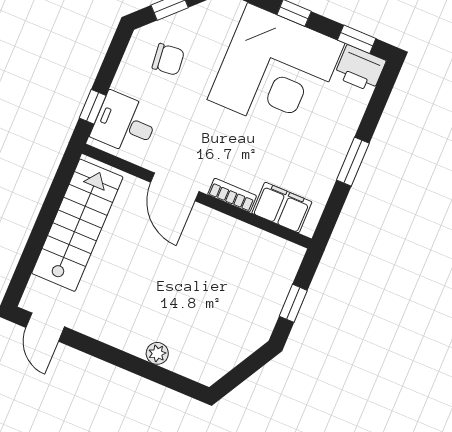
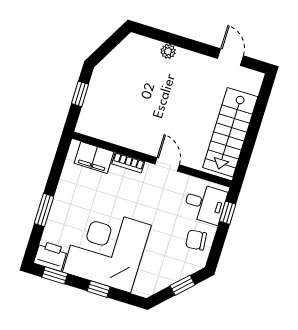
chair: (168, 59) -> (196, 240), moved
window: (353, 162) -> (44, 210), moved
door: (175, 187) -> (167, 164), width x0.73
door: (45, 327) -> (230, 57), moved

